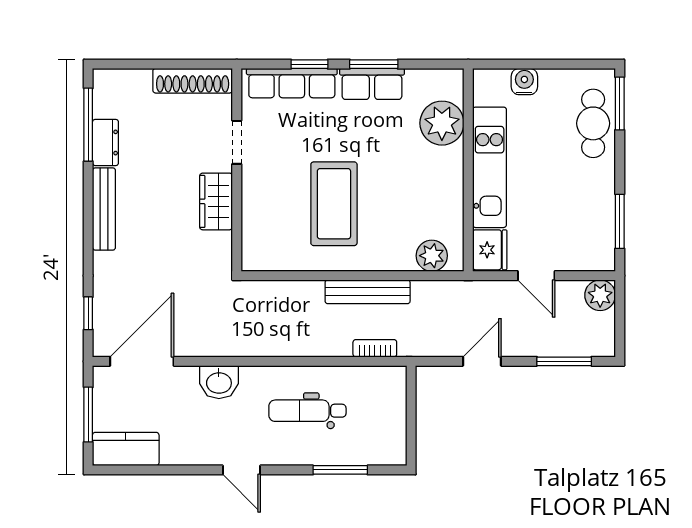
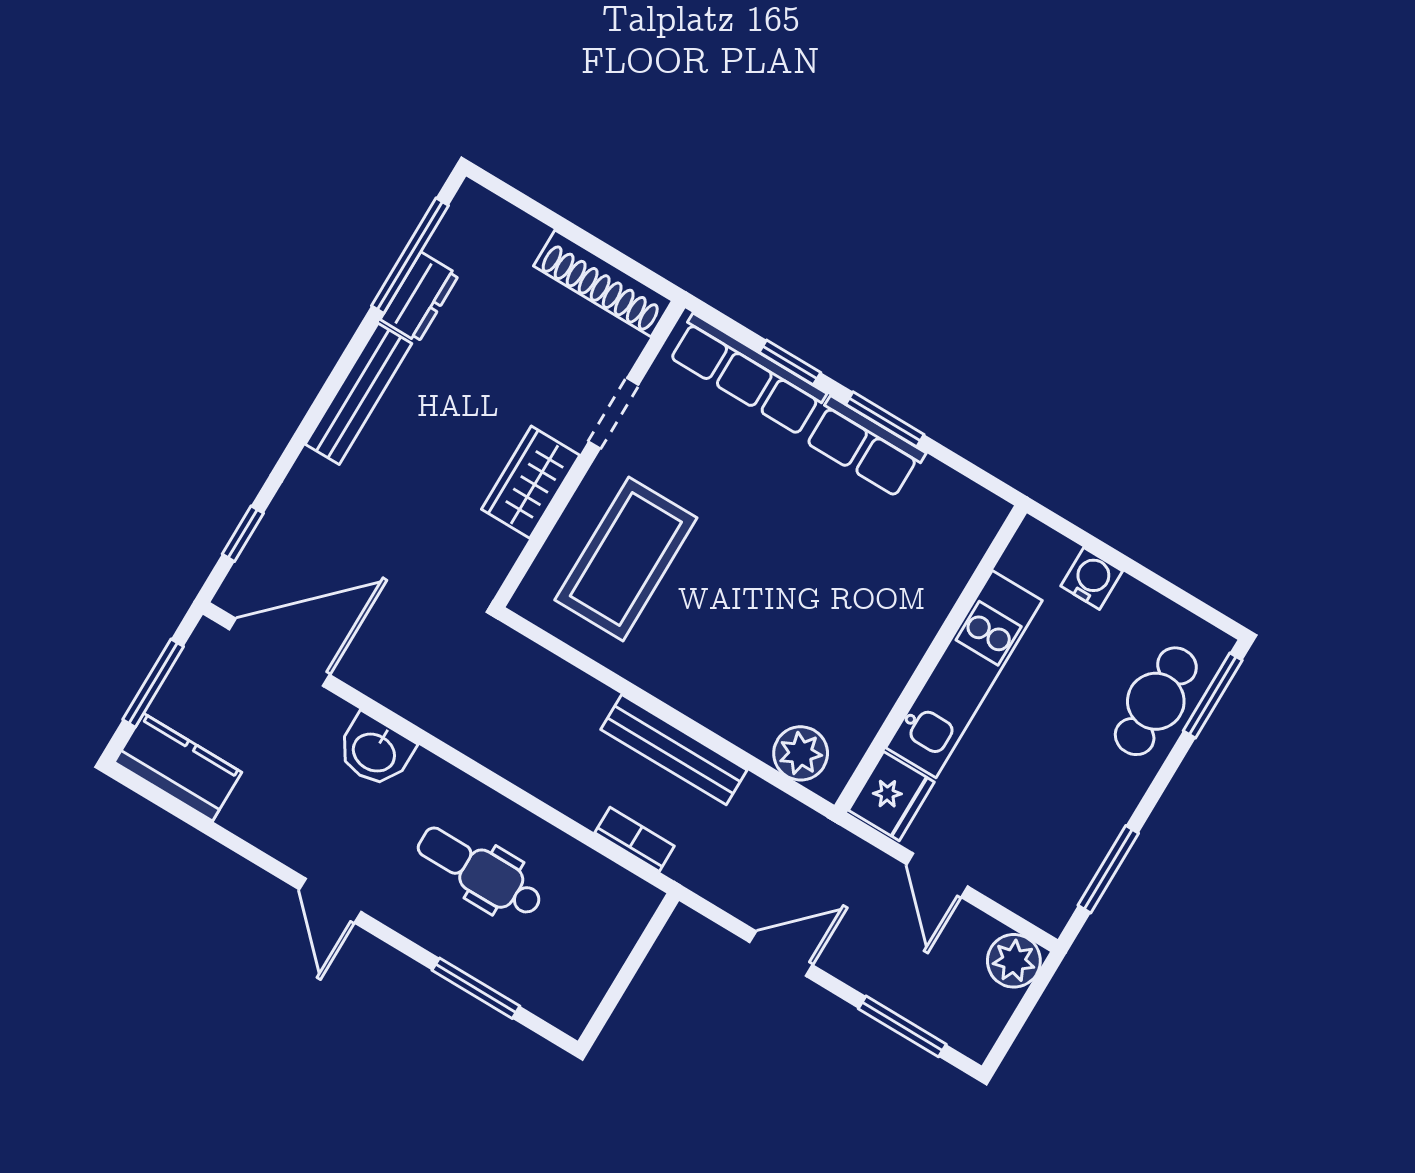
plant: (442, 123) -> (933, 567), removed
coffee table: (334, 204) -> (626, 559), moved

